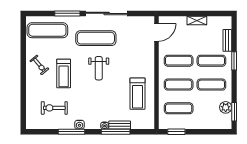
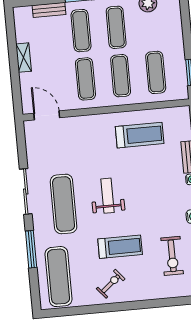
sliding door: (107, 13) -> (26, 191), width x0.73
weight bench: (99, 68) -> (108, 196), turned -90

